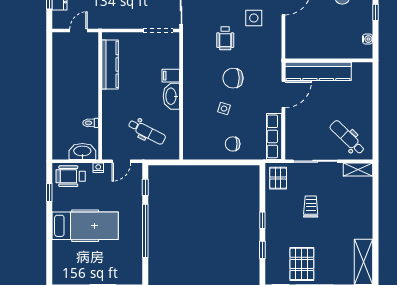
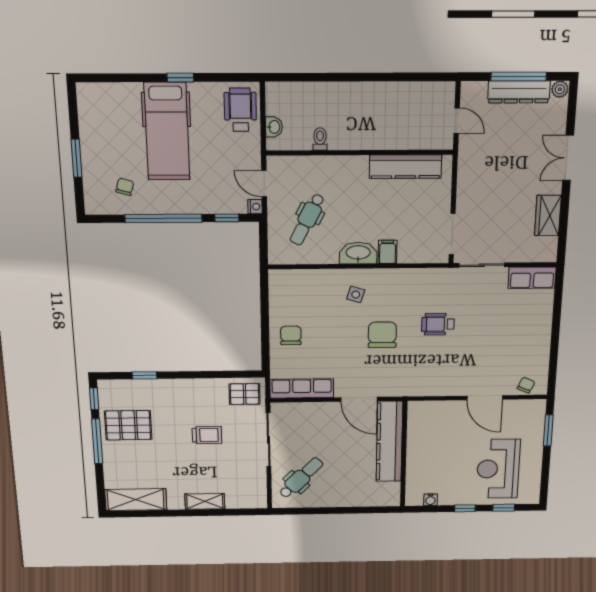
side table: (254, 18) -> (464, 361), removed
side table: (224, 109) -> (356, 295), moved
washbasin: (82, 151) -> (274, 127), width x0.52, depth x0.69
nightstand: (98, 168) -> (255, 207), moved
shelving: (358, 170) -> (205, 501), moved, turned 90
window: (49, 192) -> (180, 78), moved
window: (262, 220) -> (186, 375), removed
chair: (123, 256) -> (125, 187), added

